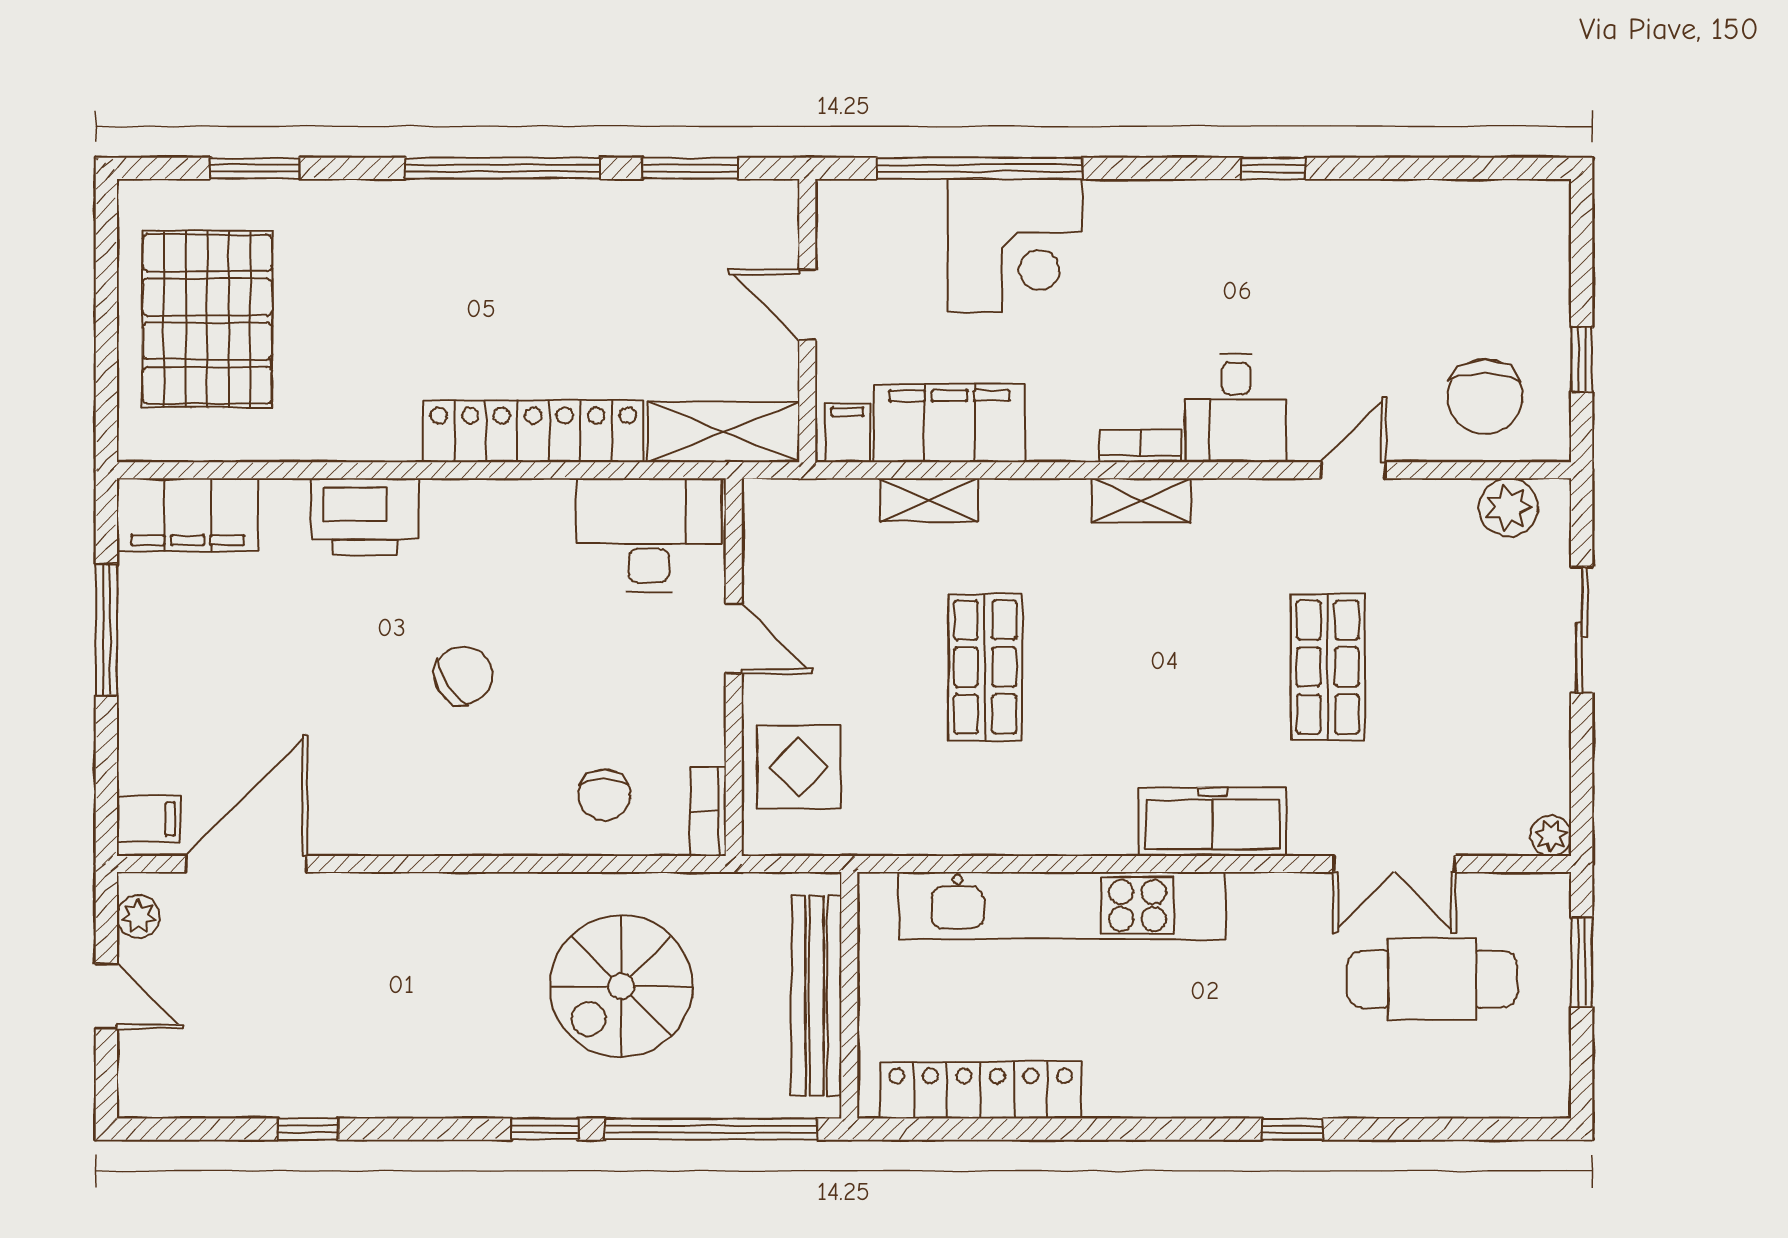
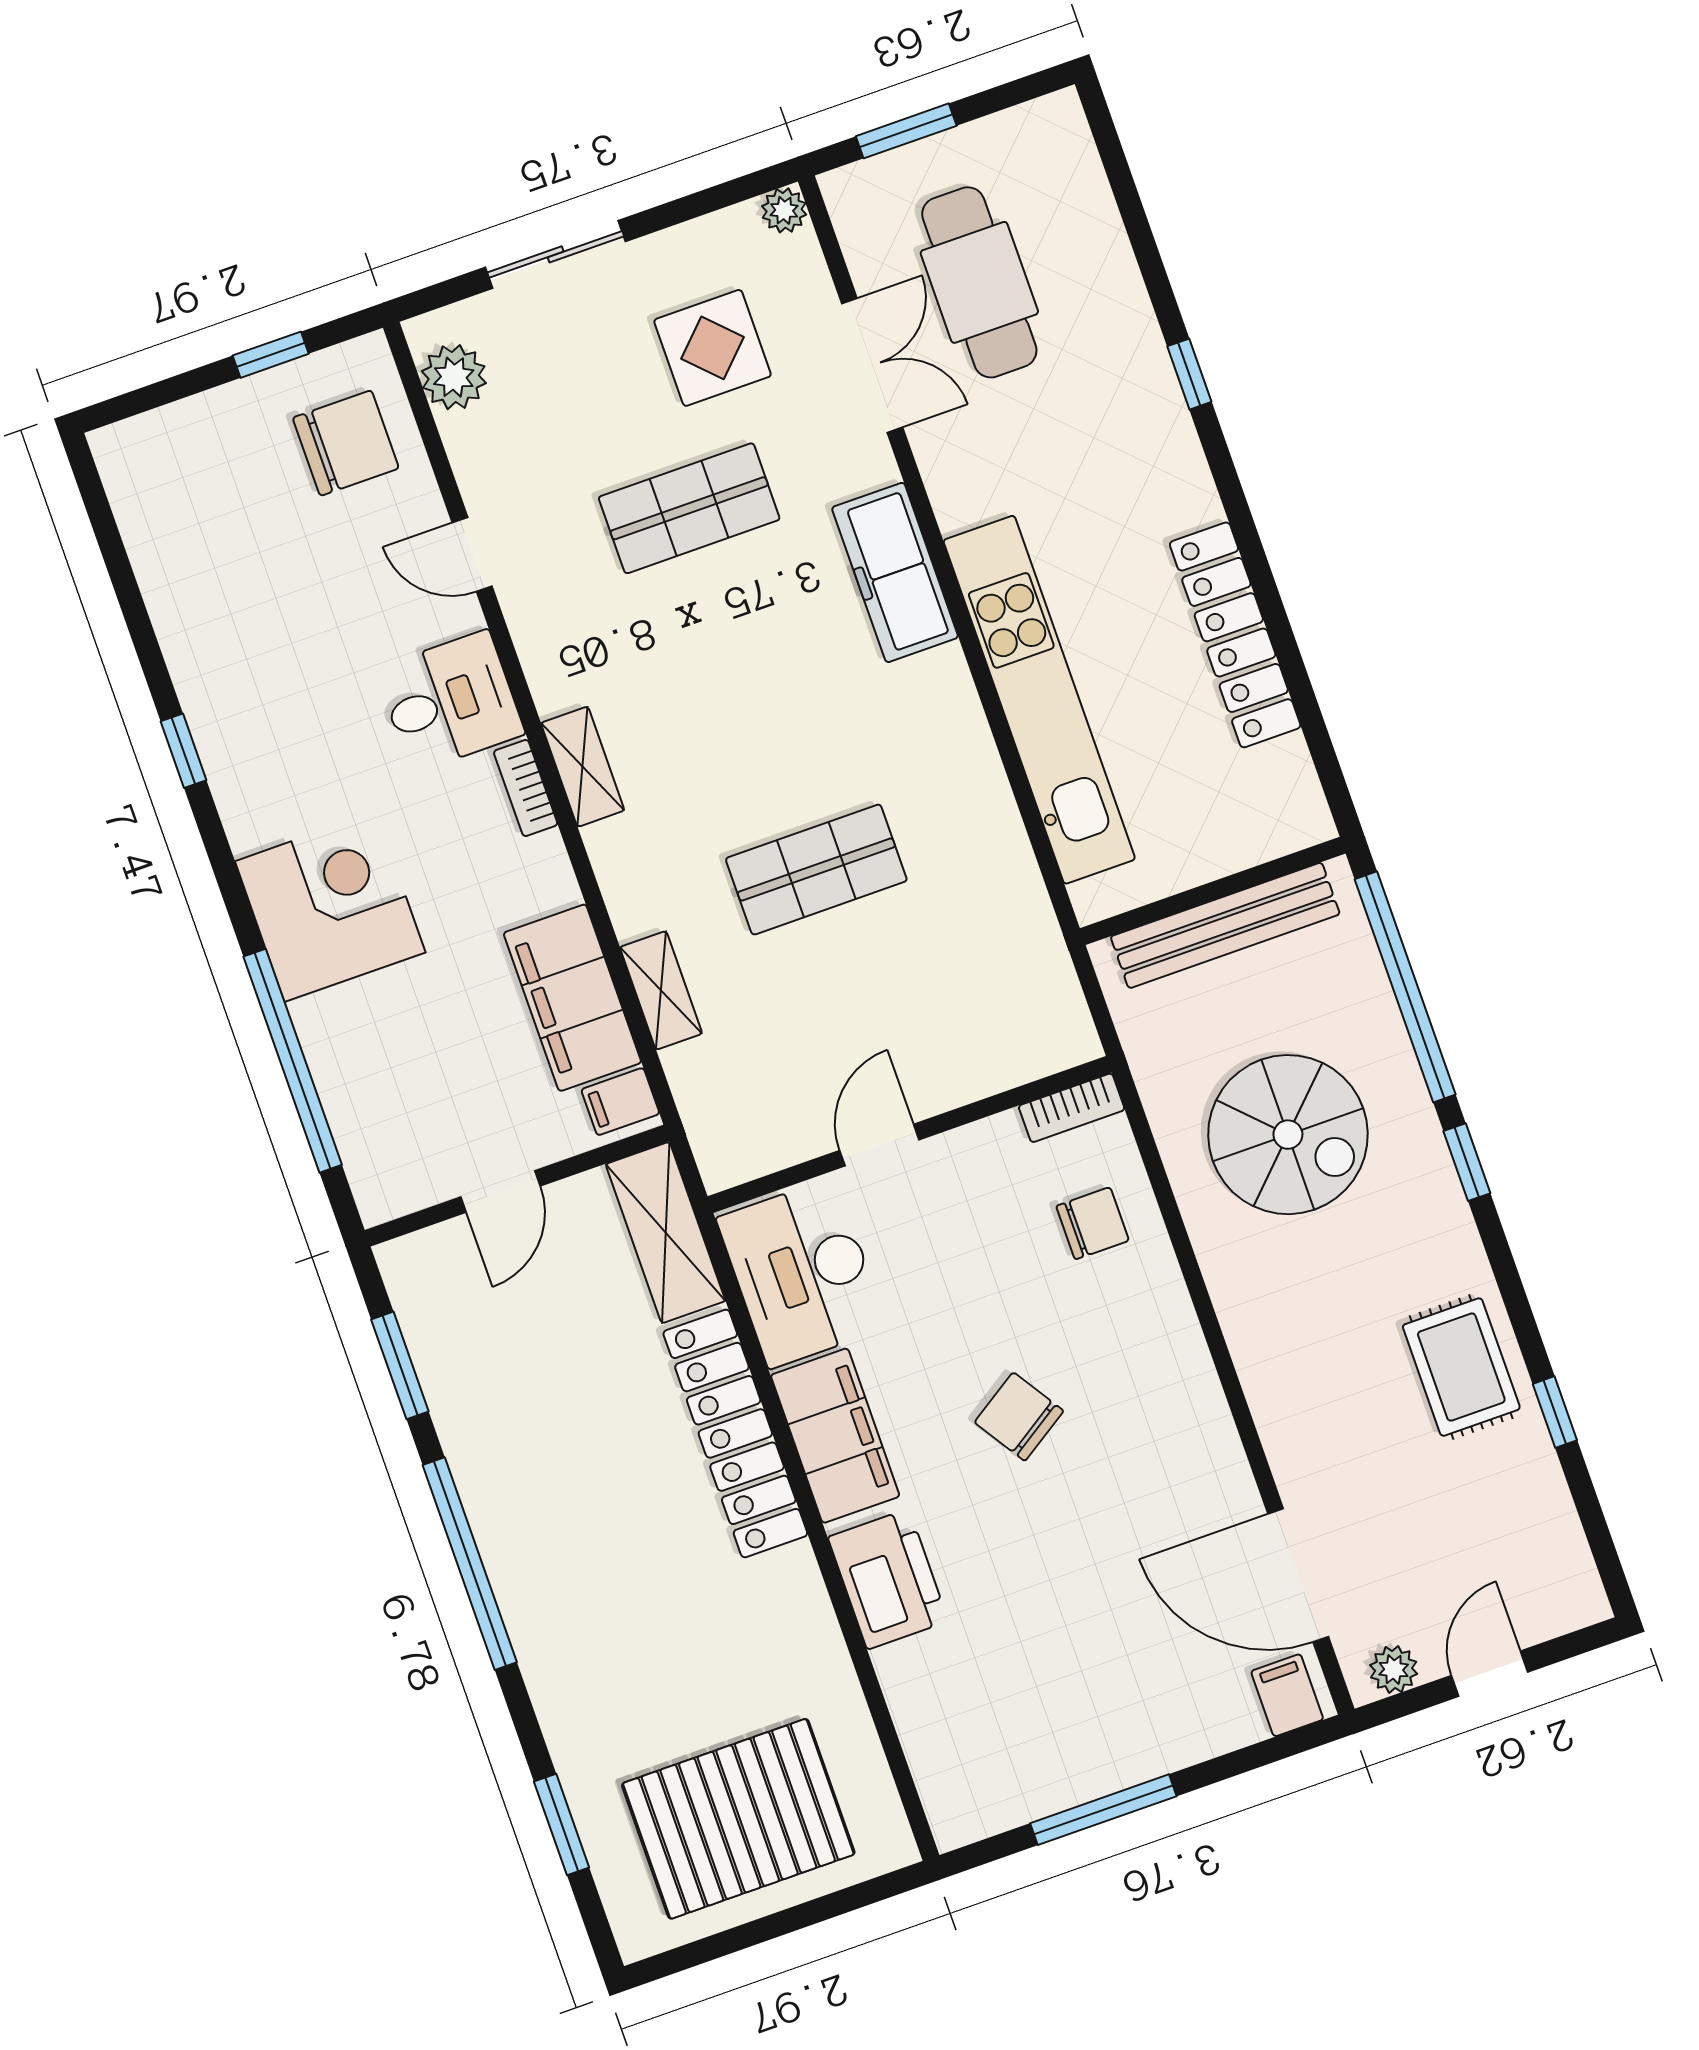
corner desk: (1015, 246) -> (330, 907), moved
filing cabinet: (187, 515) -> (835, 1436), moved
display table: (799, 767) -> (713, 348), moved
rug: (374, 1063) -> (1461, 1367), added
locker: (981, 1090) -> (1235, 635), moved

